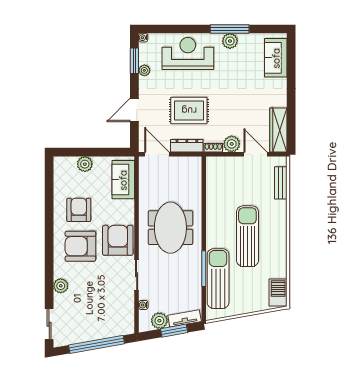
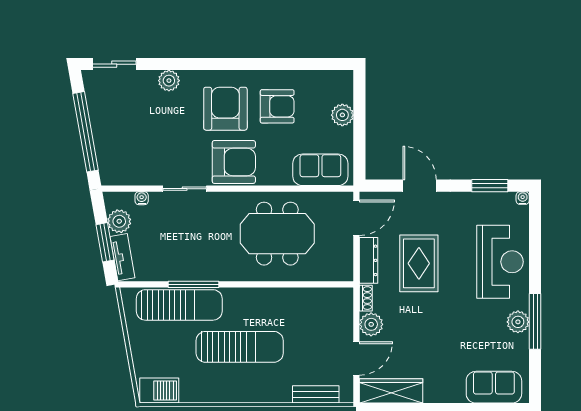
plant: (144, 70) -> (476, 200), removed
meeting table: (170, 228) -> (277, 234), moved

